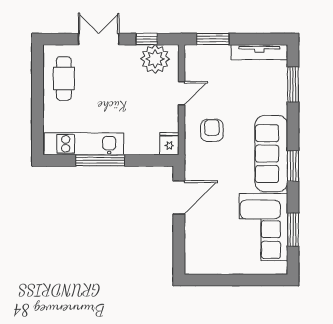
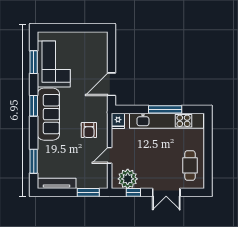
kitchen unit: (84, 144) -> (167, 121), width x1.36

